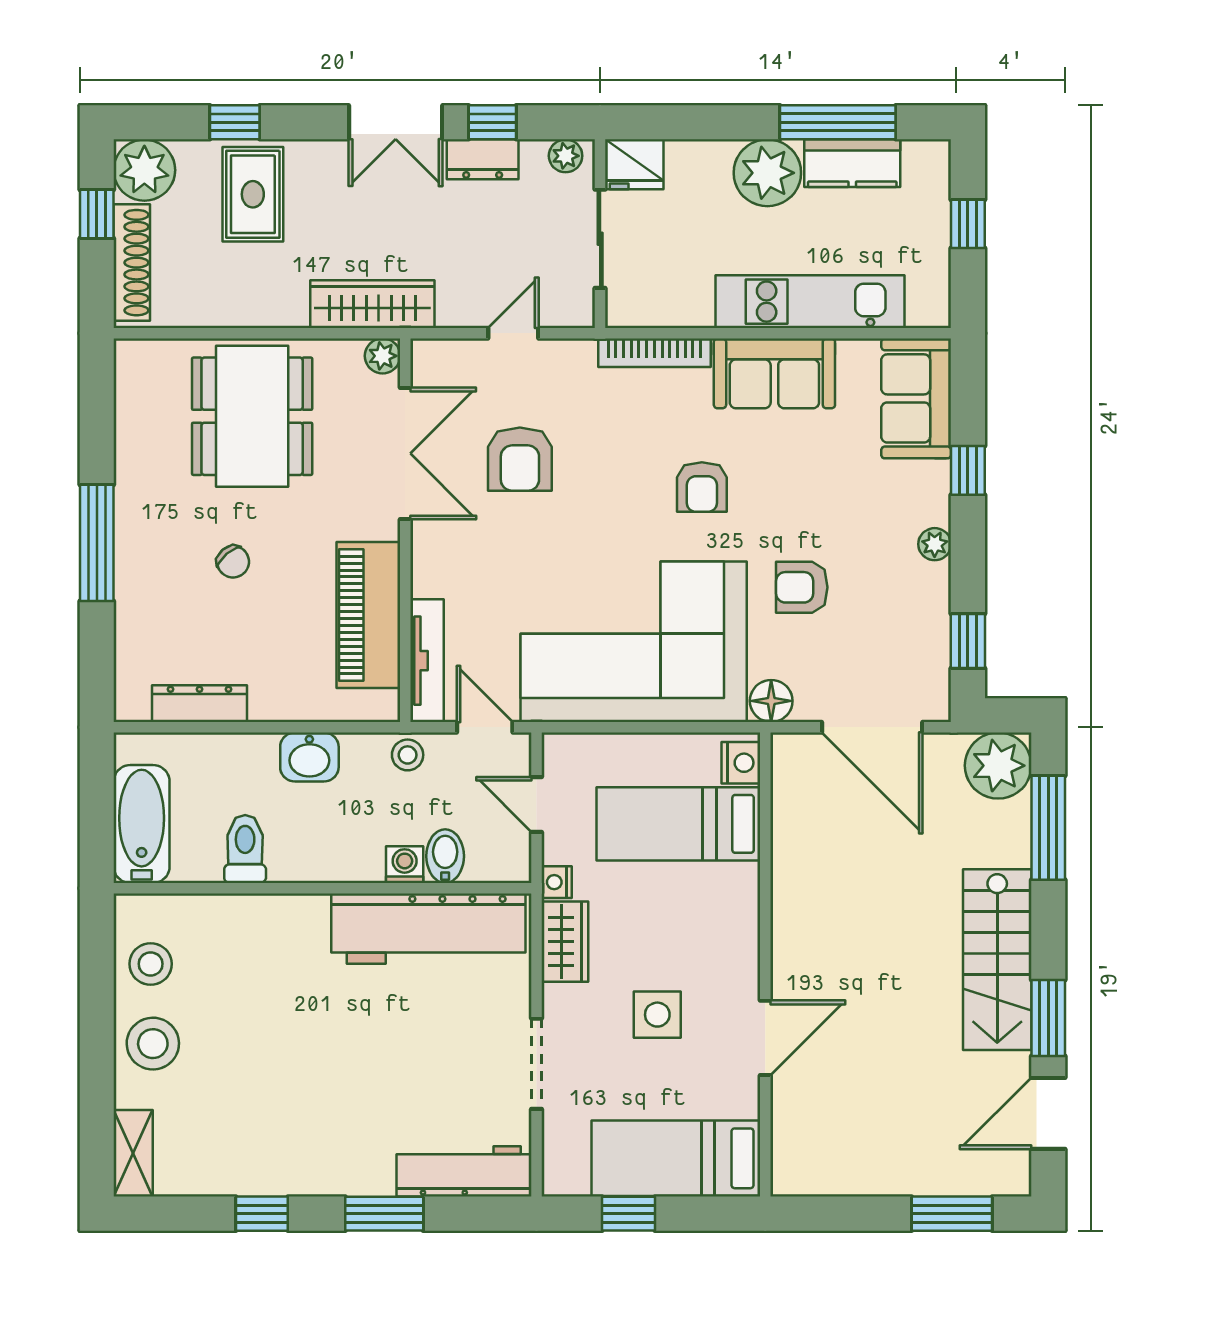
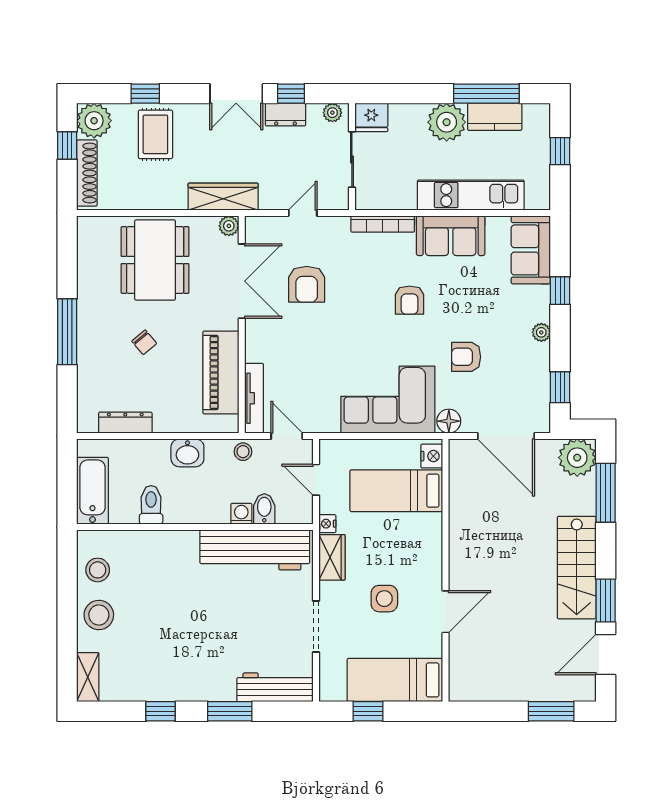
corner sofa: (634, 642) -> (388, 400), width x0.73, depth x0.74

